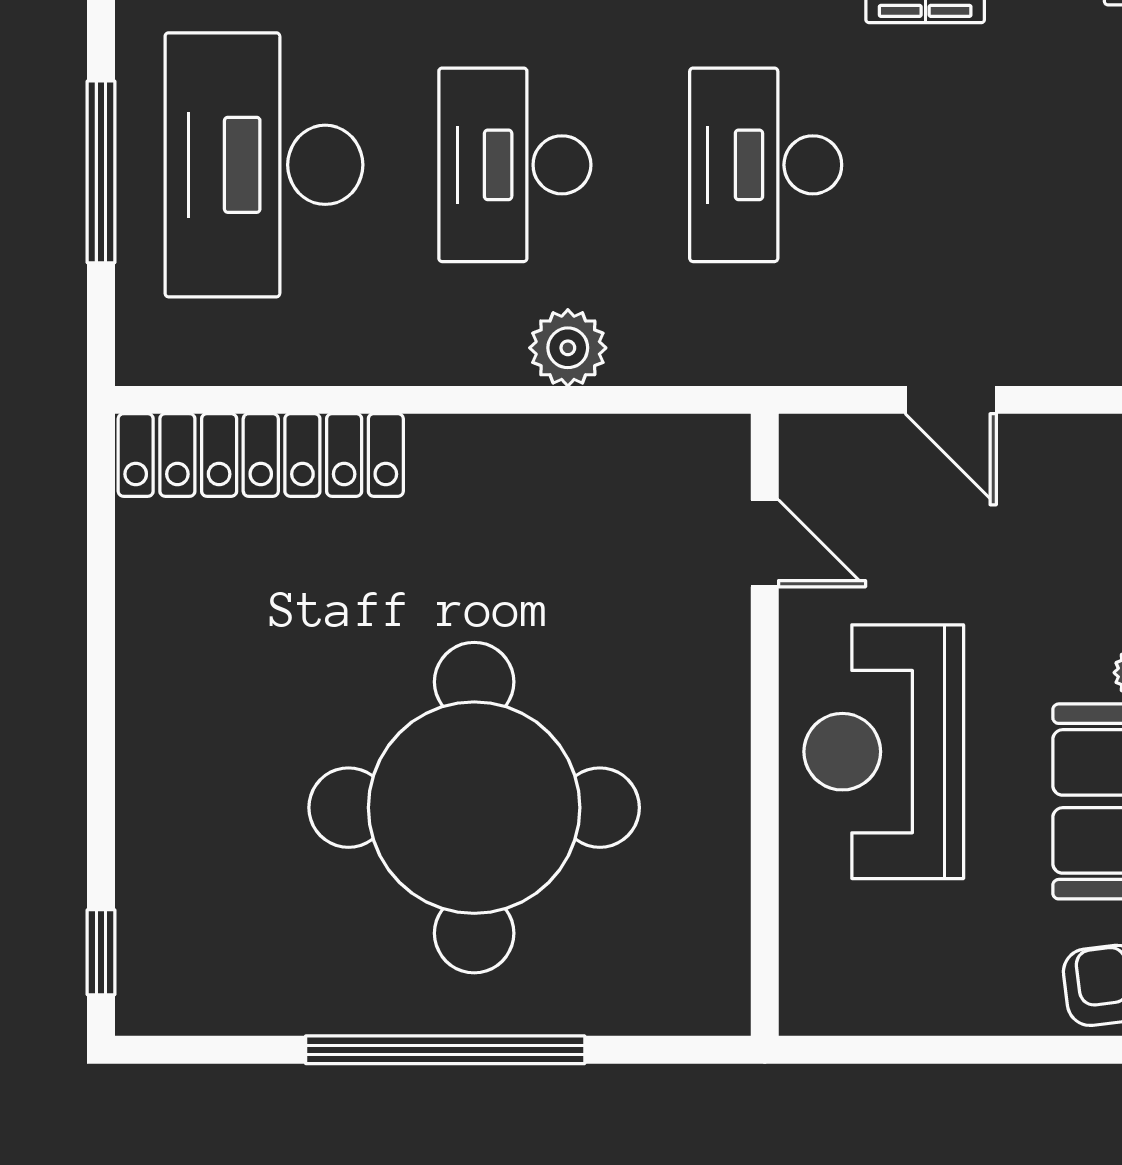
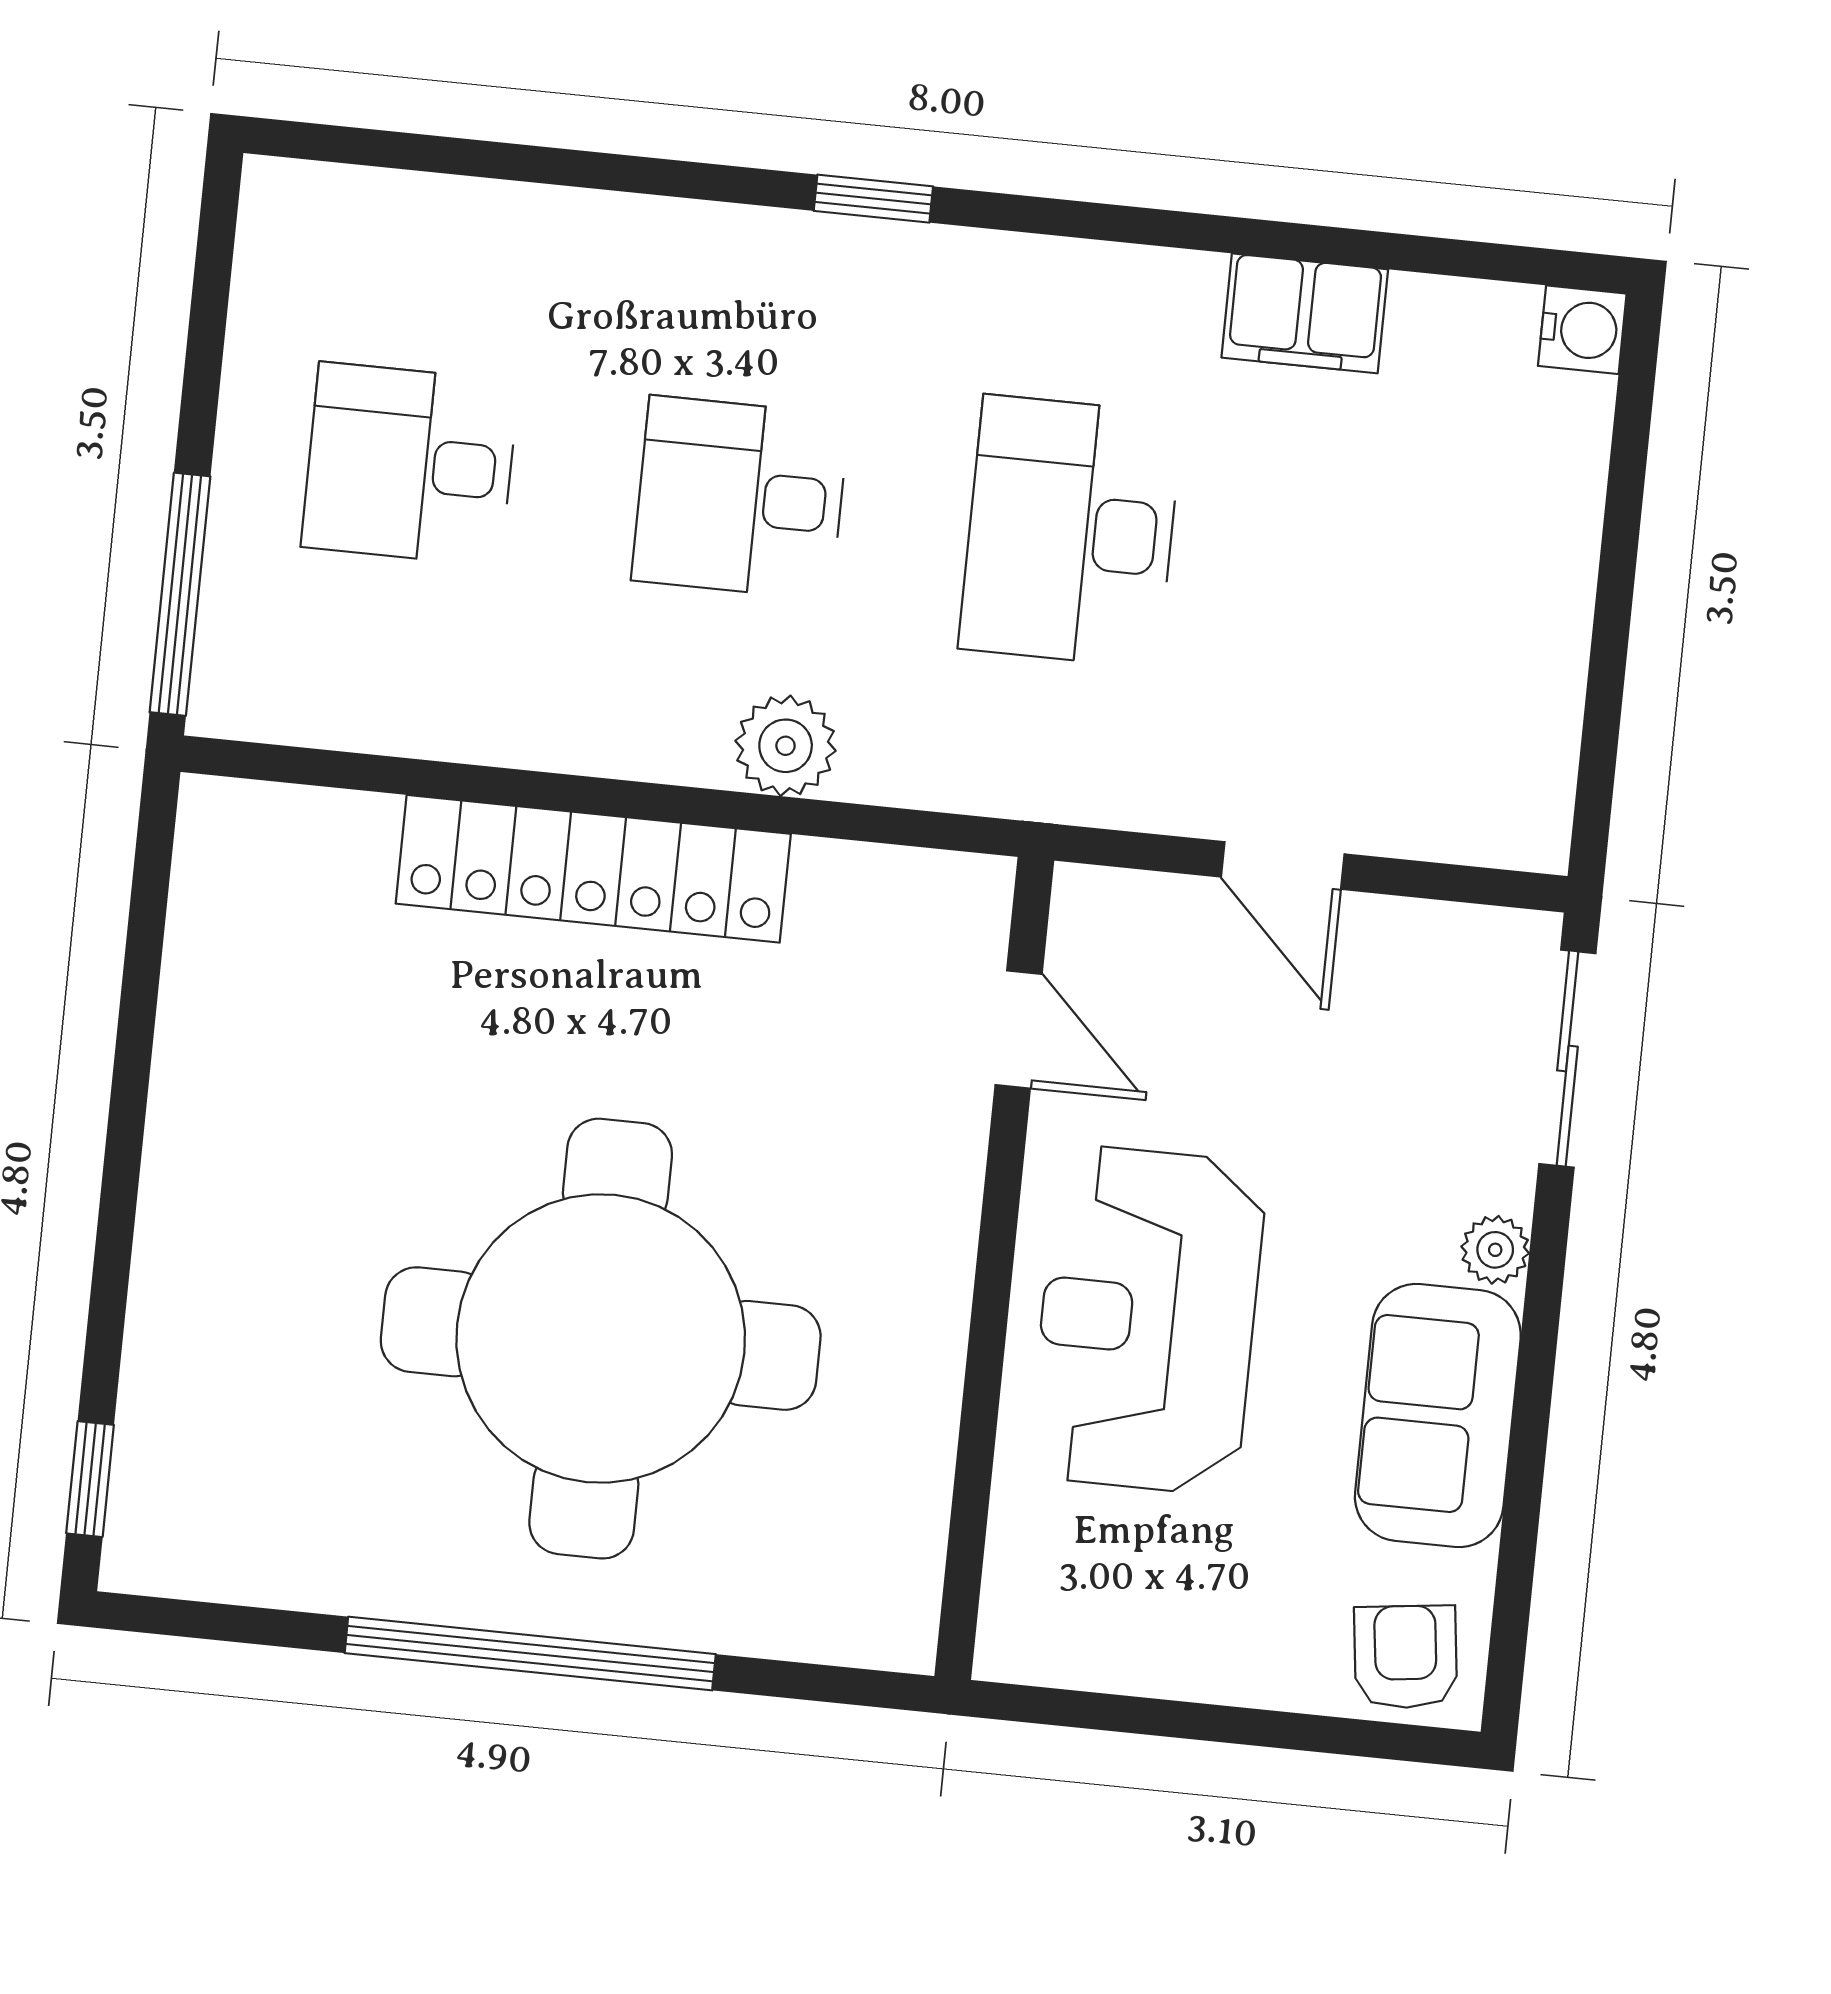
desk: (264, 165) -> (410, 464), width x0.53, depth x0.77
desk: (515, 165) -> (740, 498), width x0.73
window: (101, 172) -> (180, 594), moved
locker: (261, 455) -> (593, 869), moved

